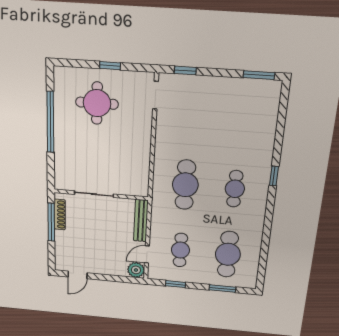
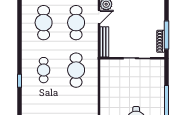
cafe table: (180, 250) -> (76, 23), width x1.37, depth x1.35

